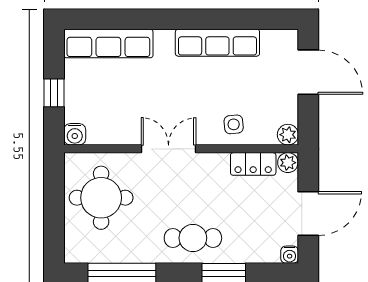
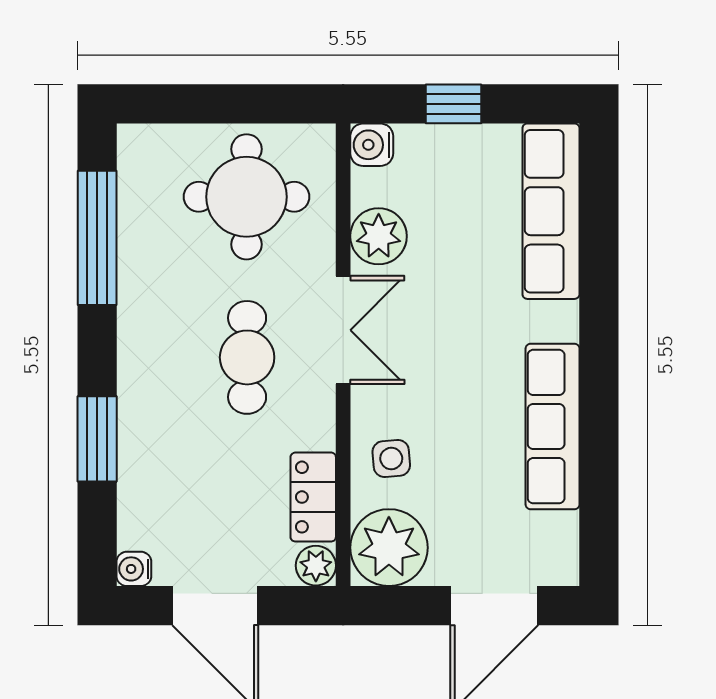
plant: (121, 131) -> (379, 236), added
plant: (288, 135) -> (389, 548), width x1.87, depth x1.87
cafe table: (193, 238) -> (247, 357), moved

